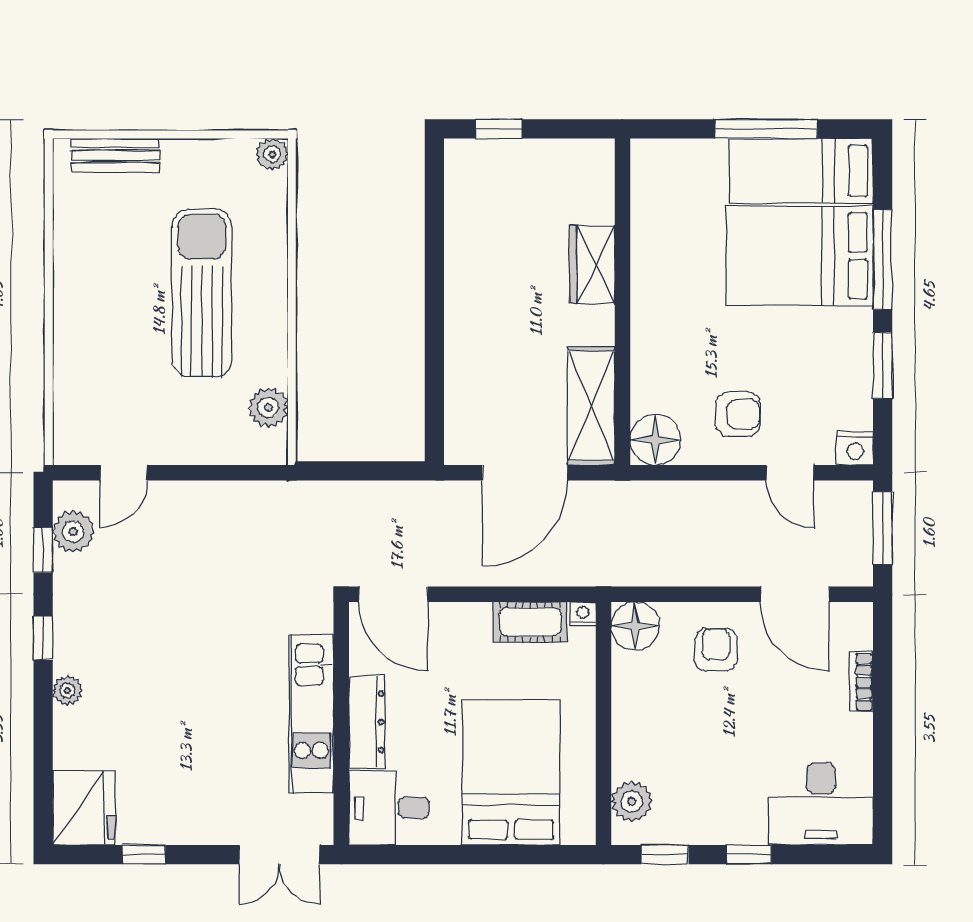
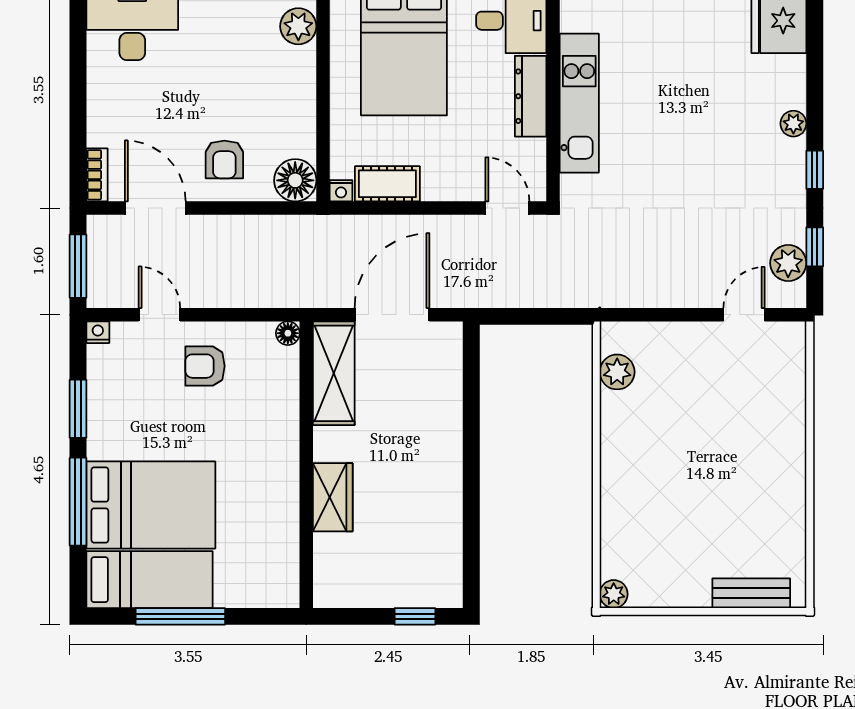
sun lounger: (202, 293) -> (675, 472), removed
floor lamp: (656, 440) -> (288, 333), width x0.53, depth x0.53
nightstand: (855, 448) -> (98, 332), width x0.72, depth x0.74
door: (393, 594) -> (507, 208), width x0.73
bookcase: (861, 682) -> (97, 175), moved

